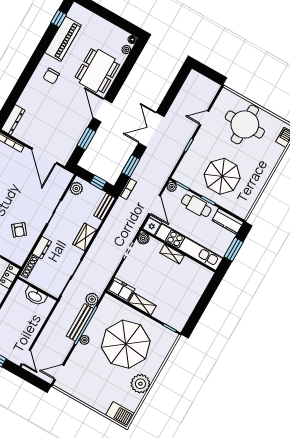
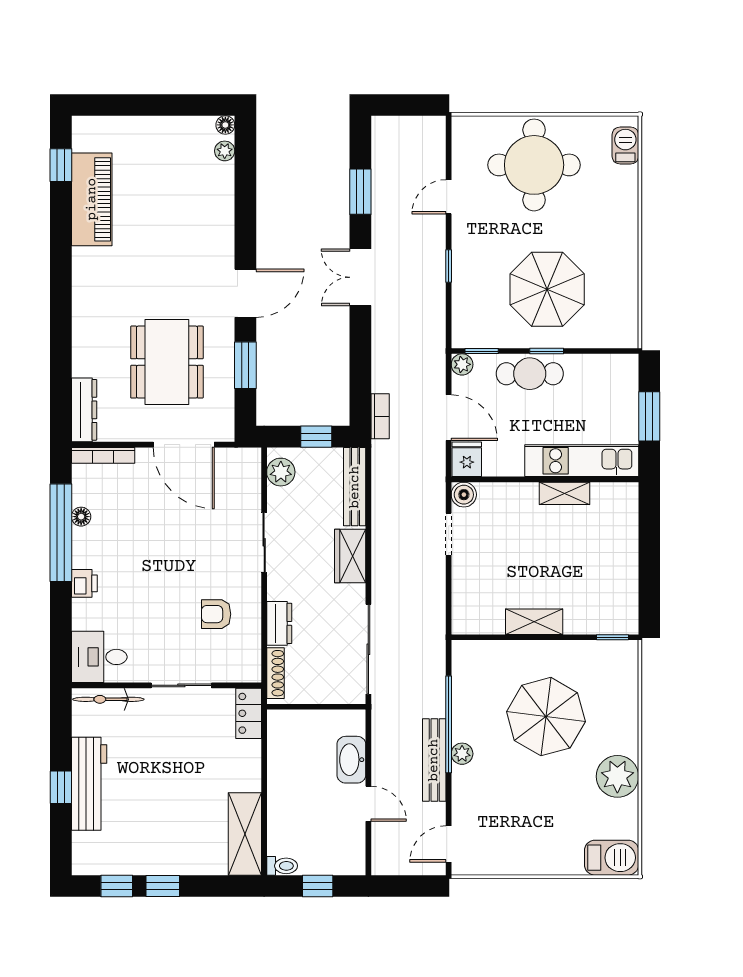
dining table: (97, 71) -> (167, 362), moved
chair: (51, 76) -> (110, 284), removed
door: (102, 110) -> (245, 293), swing flipped
double door: (151, 130) -> (360, 277), width x0.73
window: (131, 166) -> (360, 192), moved
bench: (104, 207) -> (355, 487), width x1.36
kitchen counter: (228, 221) -> (607, 369), removed
armchair: (19, 230) -> (216, 614), turned 129
kitchen unit: (189, 247) -> (582, 461), width x0.73
shelving: (172, 254) -> (564, 493), moved
freezer: (121, 290) -> (477, 618), removed
washbasin: (35, 296) -> (351, 760), moved, turned 90
plant: (92, 299) -> (432, 667), removed
bench: (80, 322) -> (434, 760), moved
parasol: (126, 344) -> (546, 717), width x0.73, depth x0.73
door: (26, 357) -> (368, 804), moved

